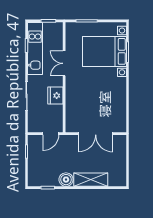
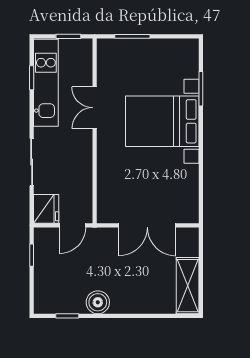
bed with nightstands: (104, 51) -> (162, 121), moved
fridge: (55, 96) -> (46, 209), moved, turned 180
shelving: (91, 180) -> (188, 286), moved, turned 90

